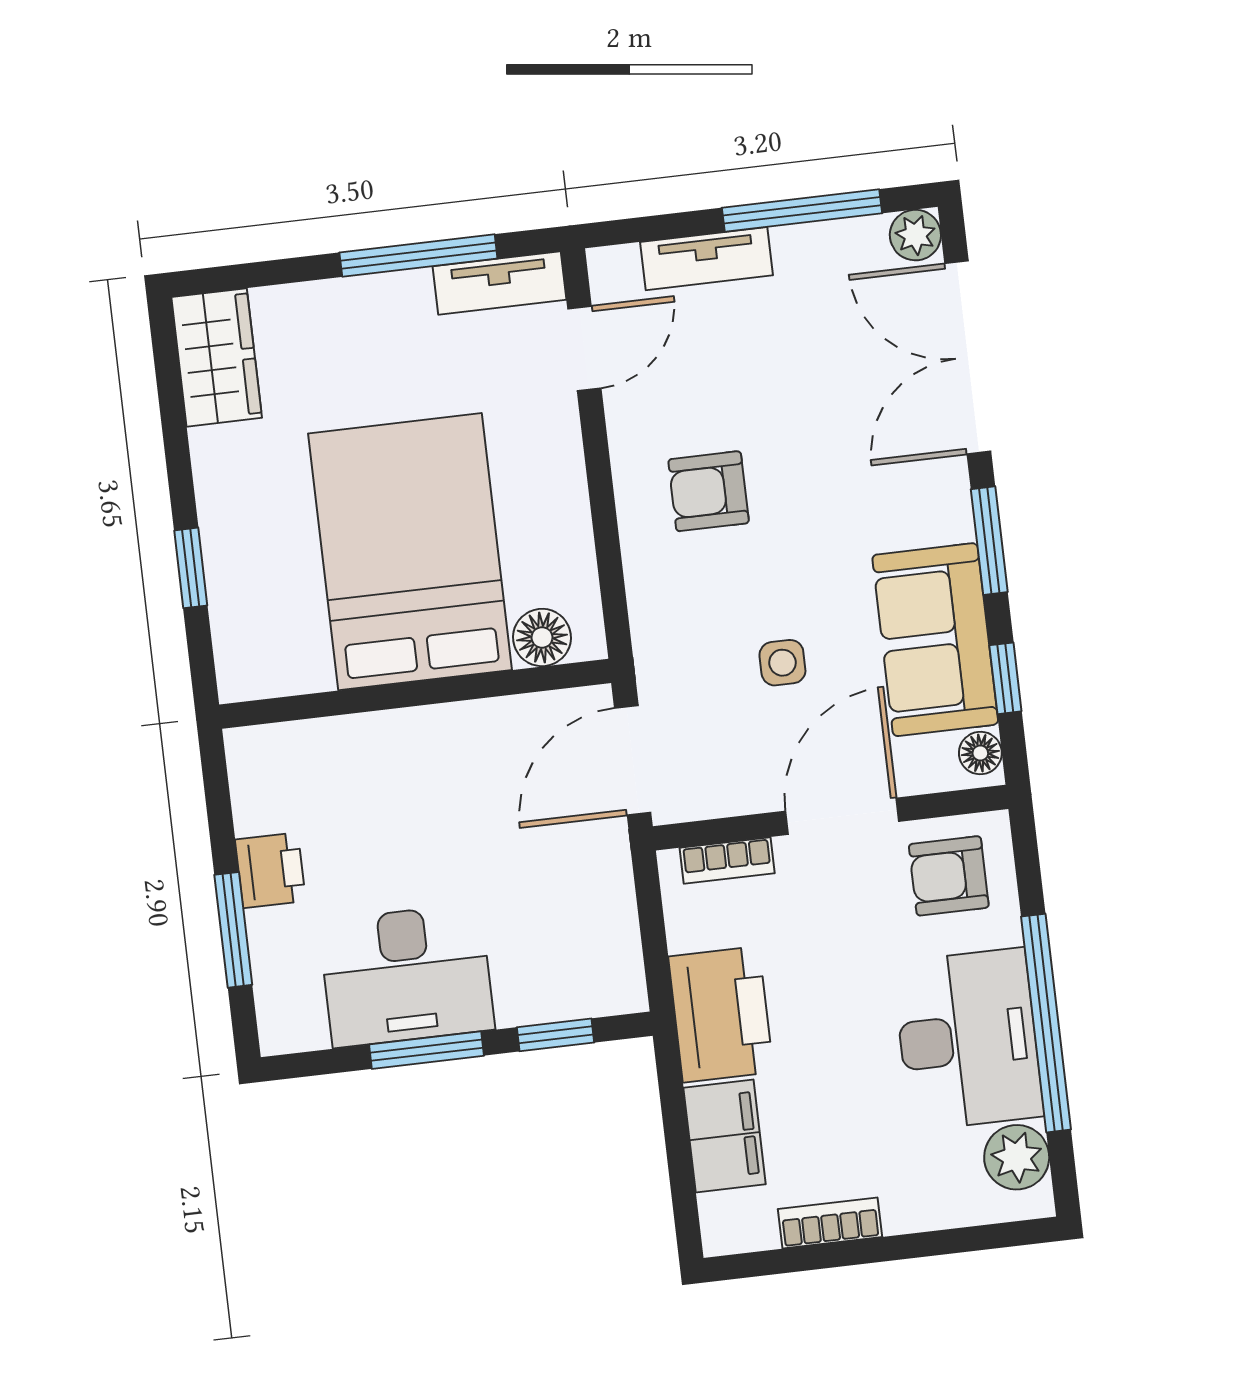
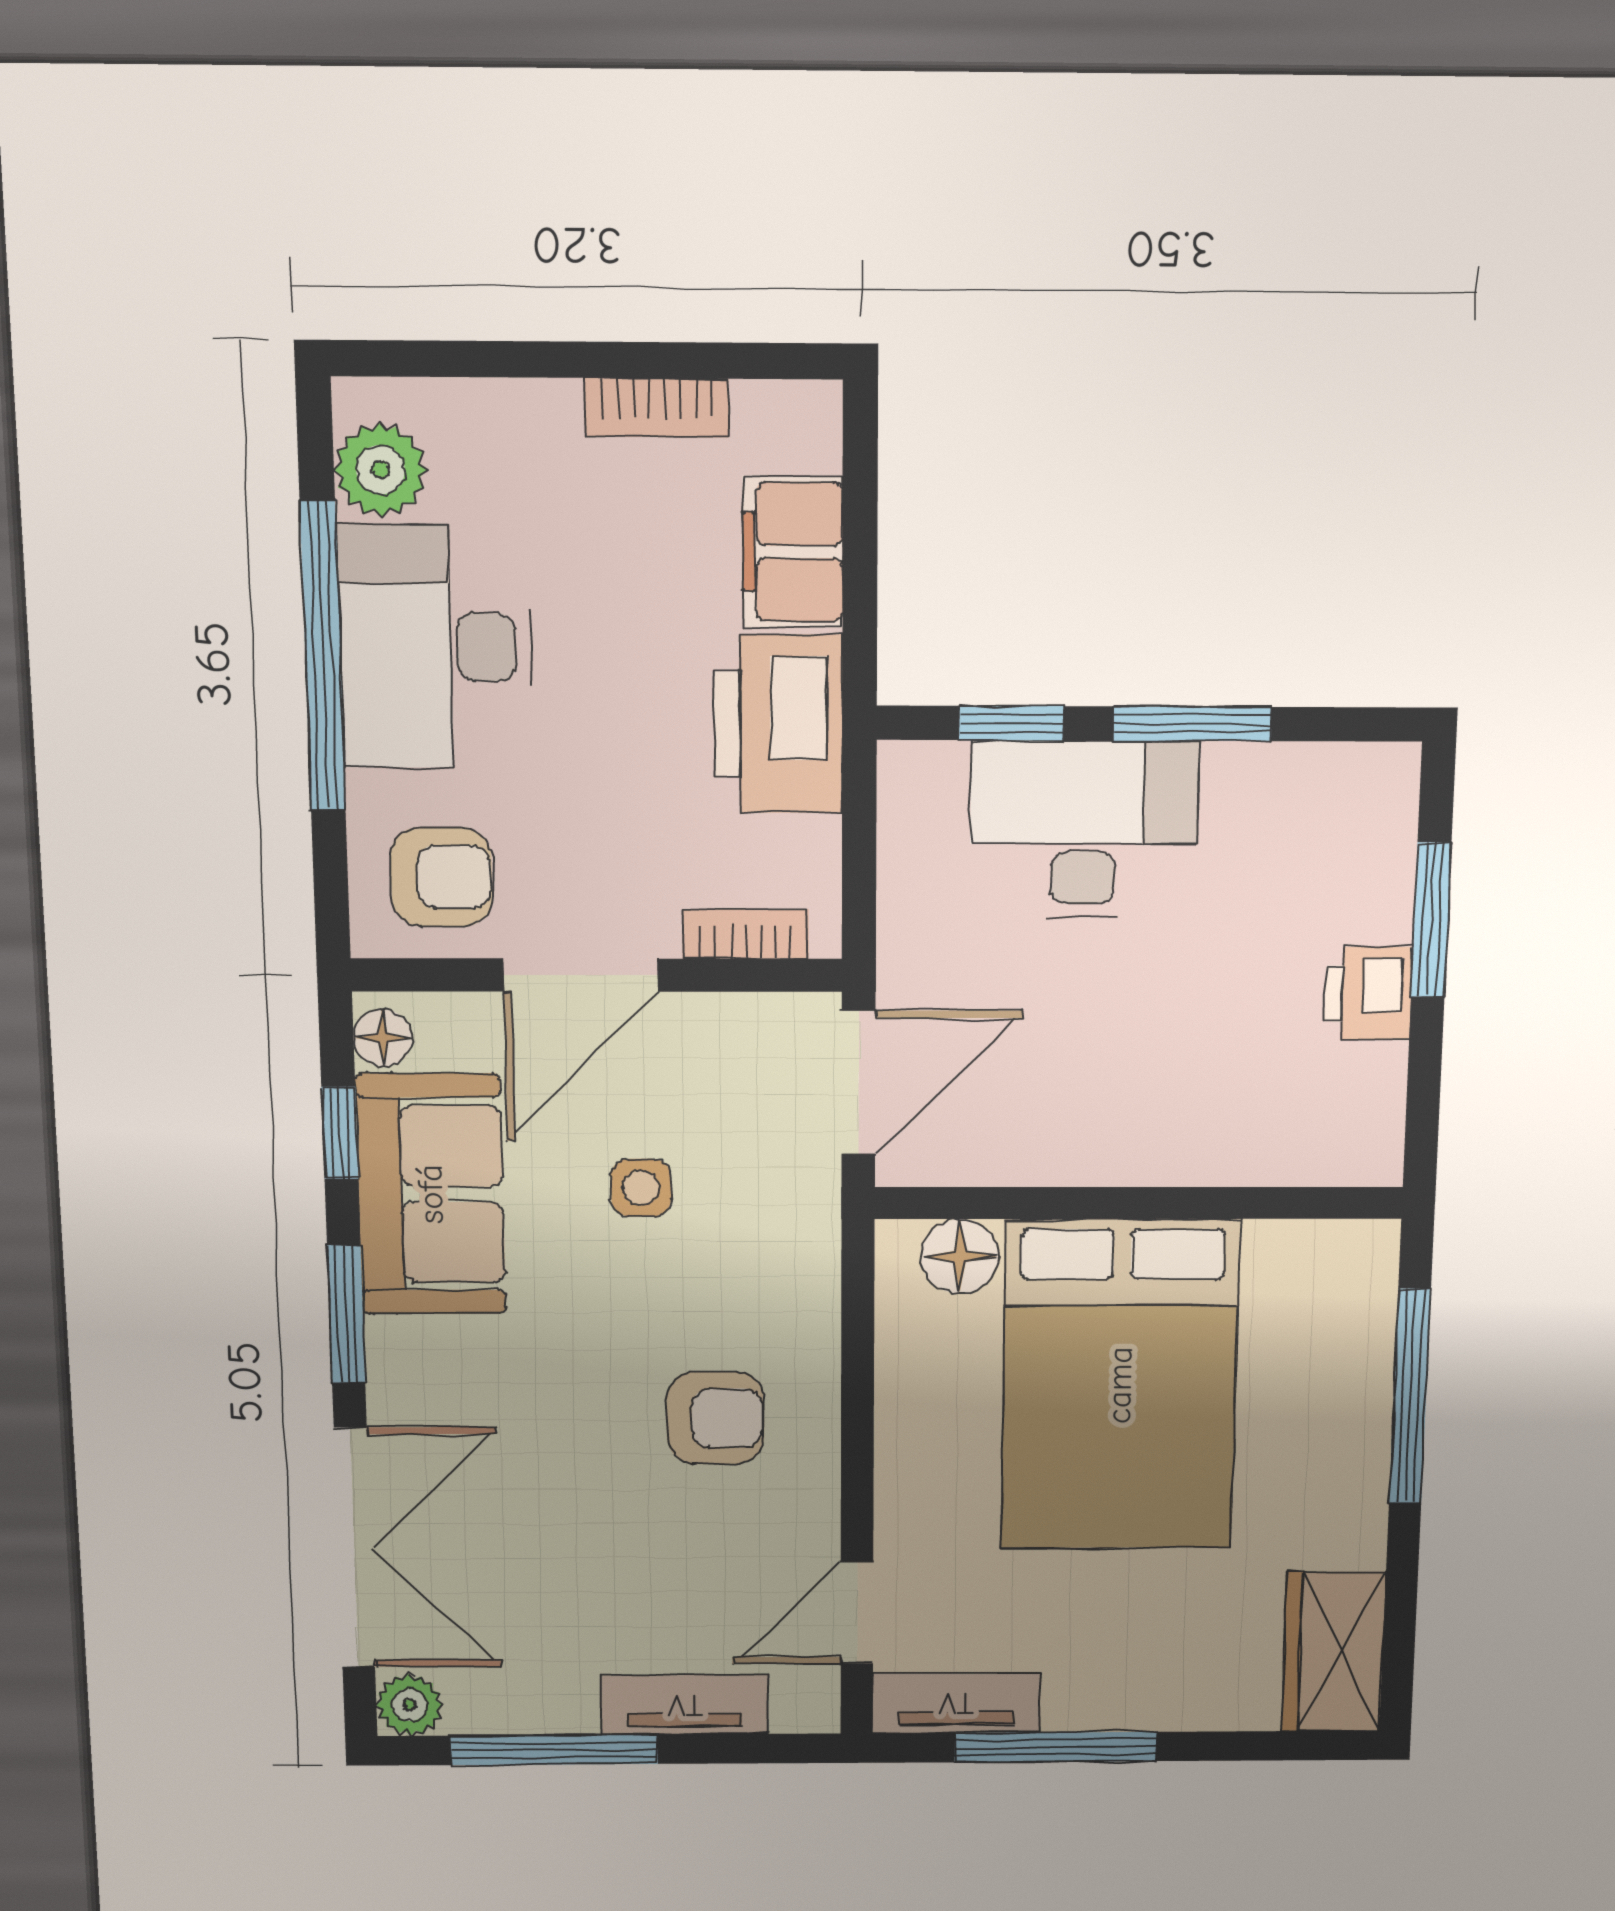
window: (191, 568) -> (1410, 1396), width x2.17
desk: (407, 975) -> (1084, 830), moved

